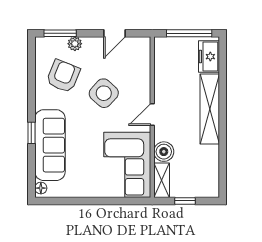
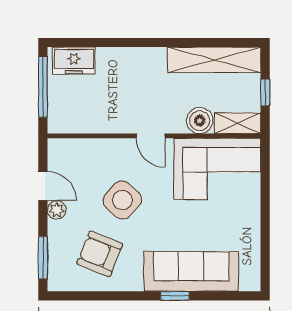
plant: (75, 44) -> (57, 210), moved
shelving: (210, 109) -> (214, 60), moved
floor lamp: (41, 188) -> (248, 284), removed

